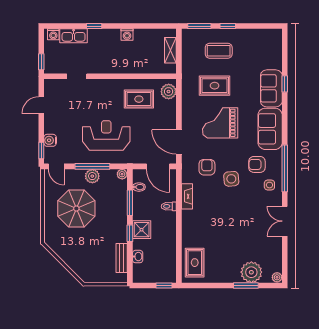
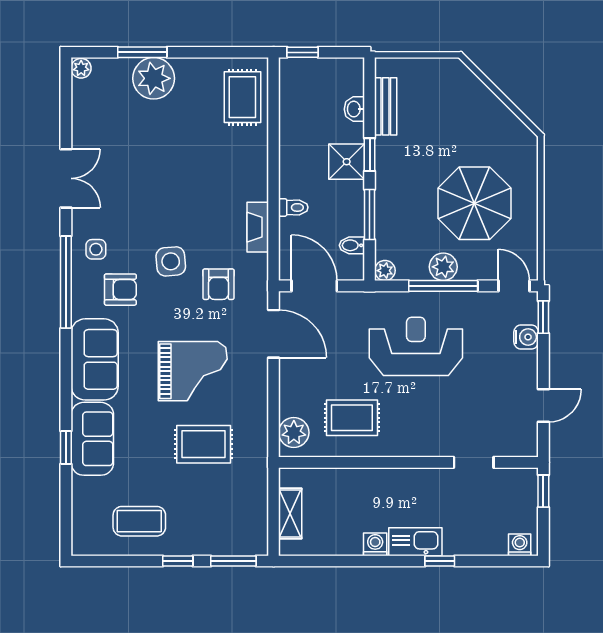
kitchen sink: (74, 36) -> (415, 542), moved
coffee table: (219, 51) -> (139, 521), moved
reception desk: (106, 136) -> (416, 346), turned 180
plant: (251, 272) -> (154, 78), moved

